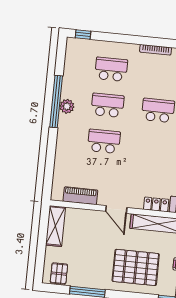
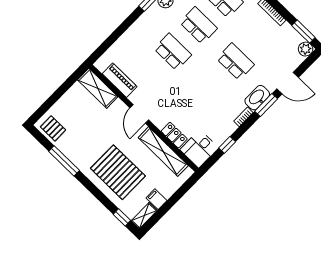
shelving: (55, 226) -> (98, 88), moved, turned 90
pallet: (59, 274) -> (53, 128), turned 90

